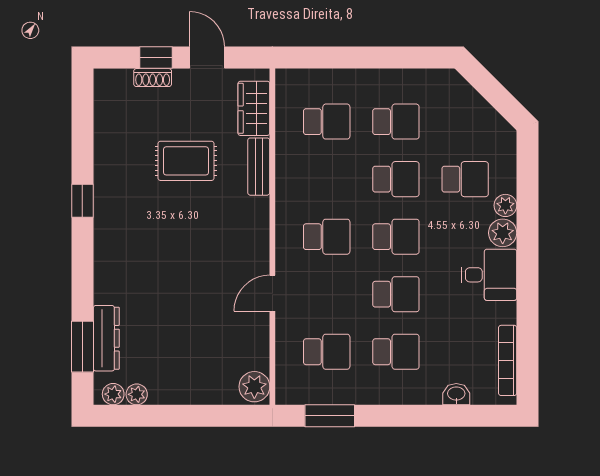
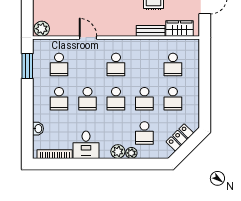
locker: (474, 108) -> (180, 138), added
desk: (489, 275) -> (86, 145), moved

